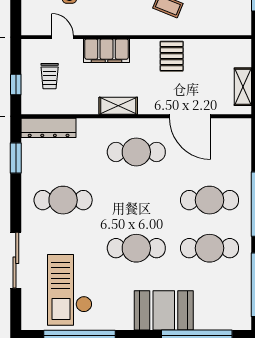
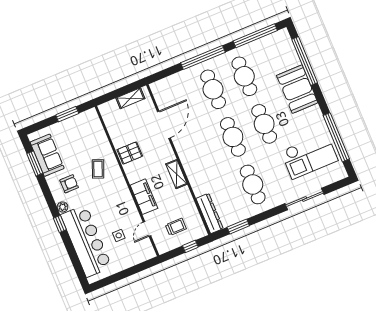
cafe table: (136, 152) -> (233, 137), moved

